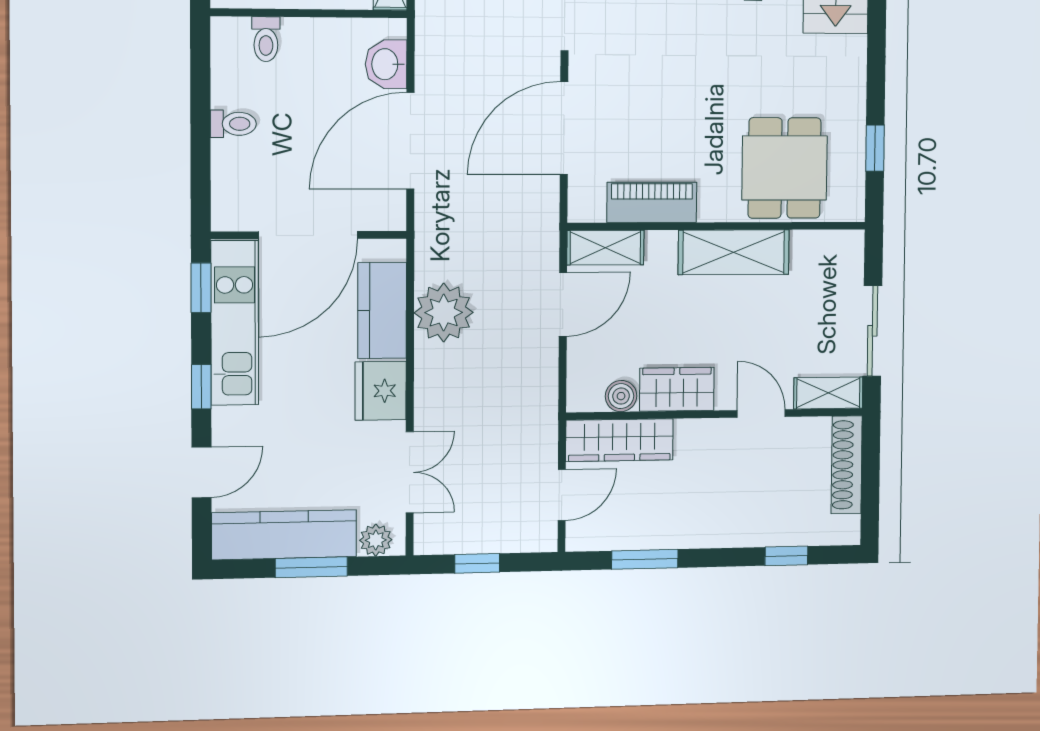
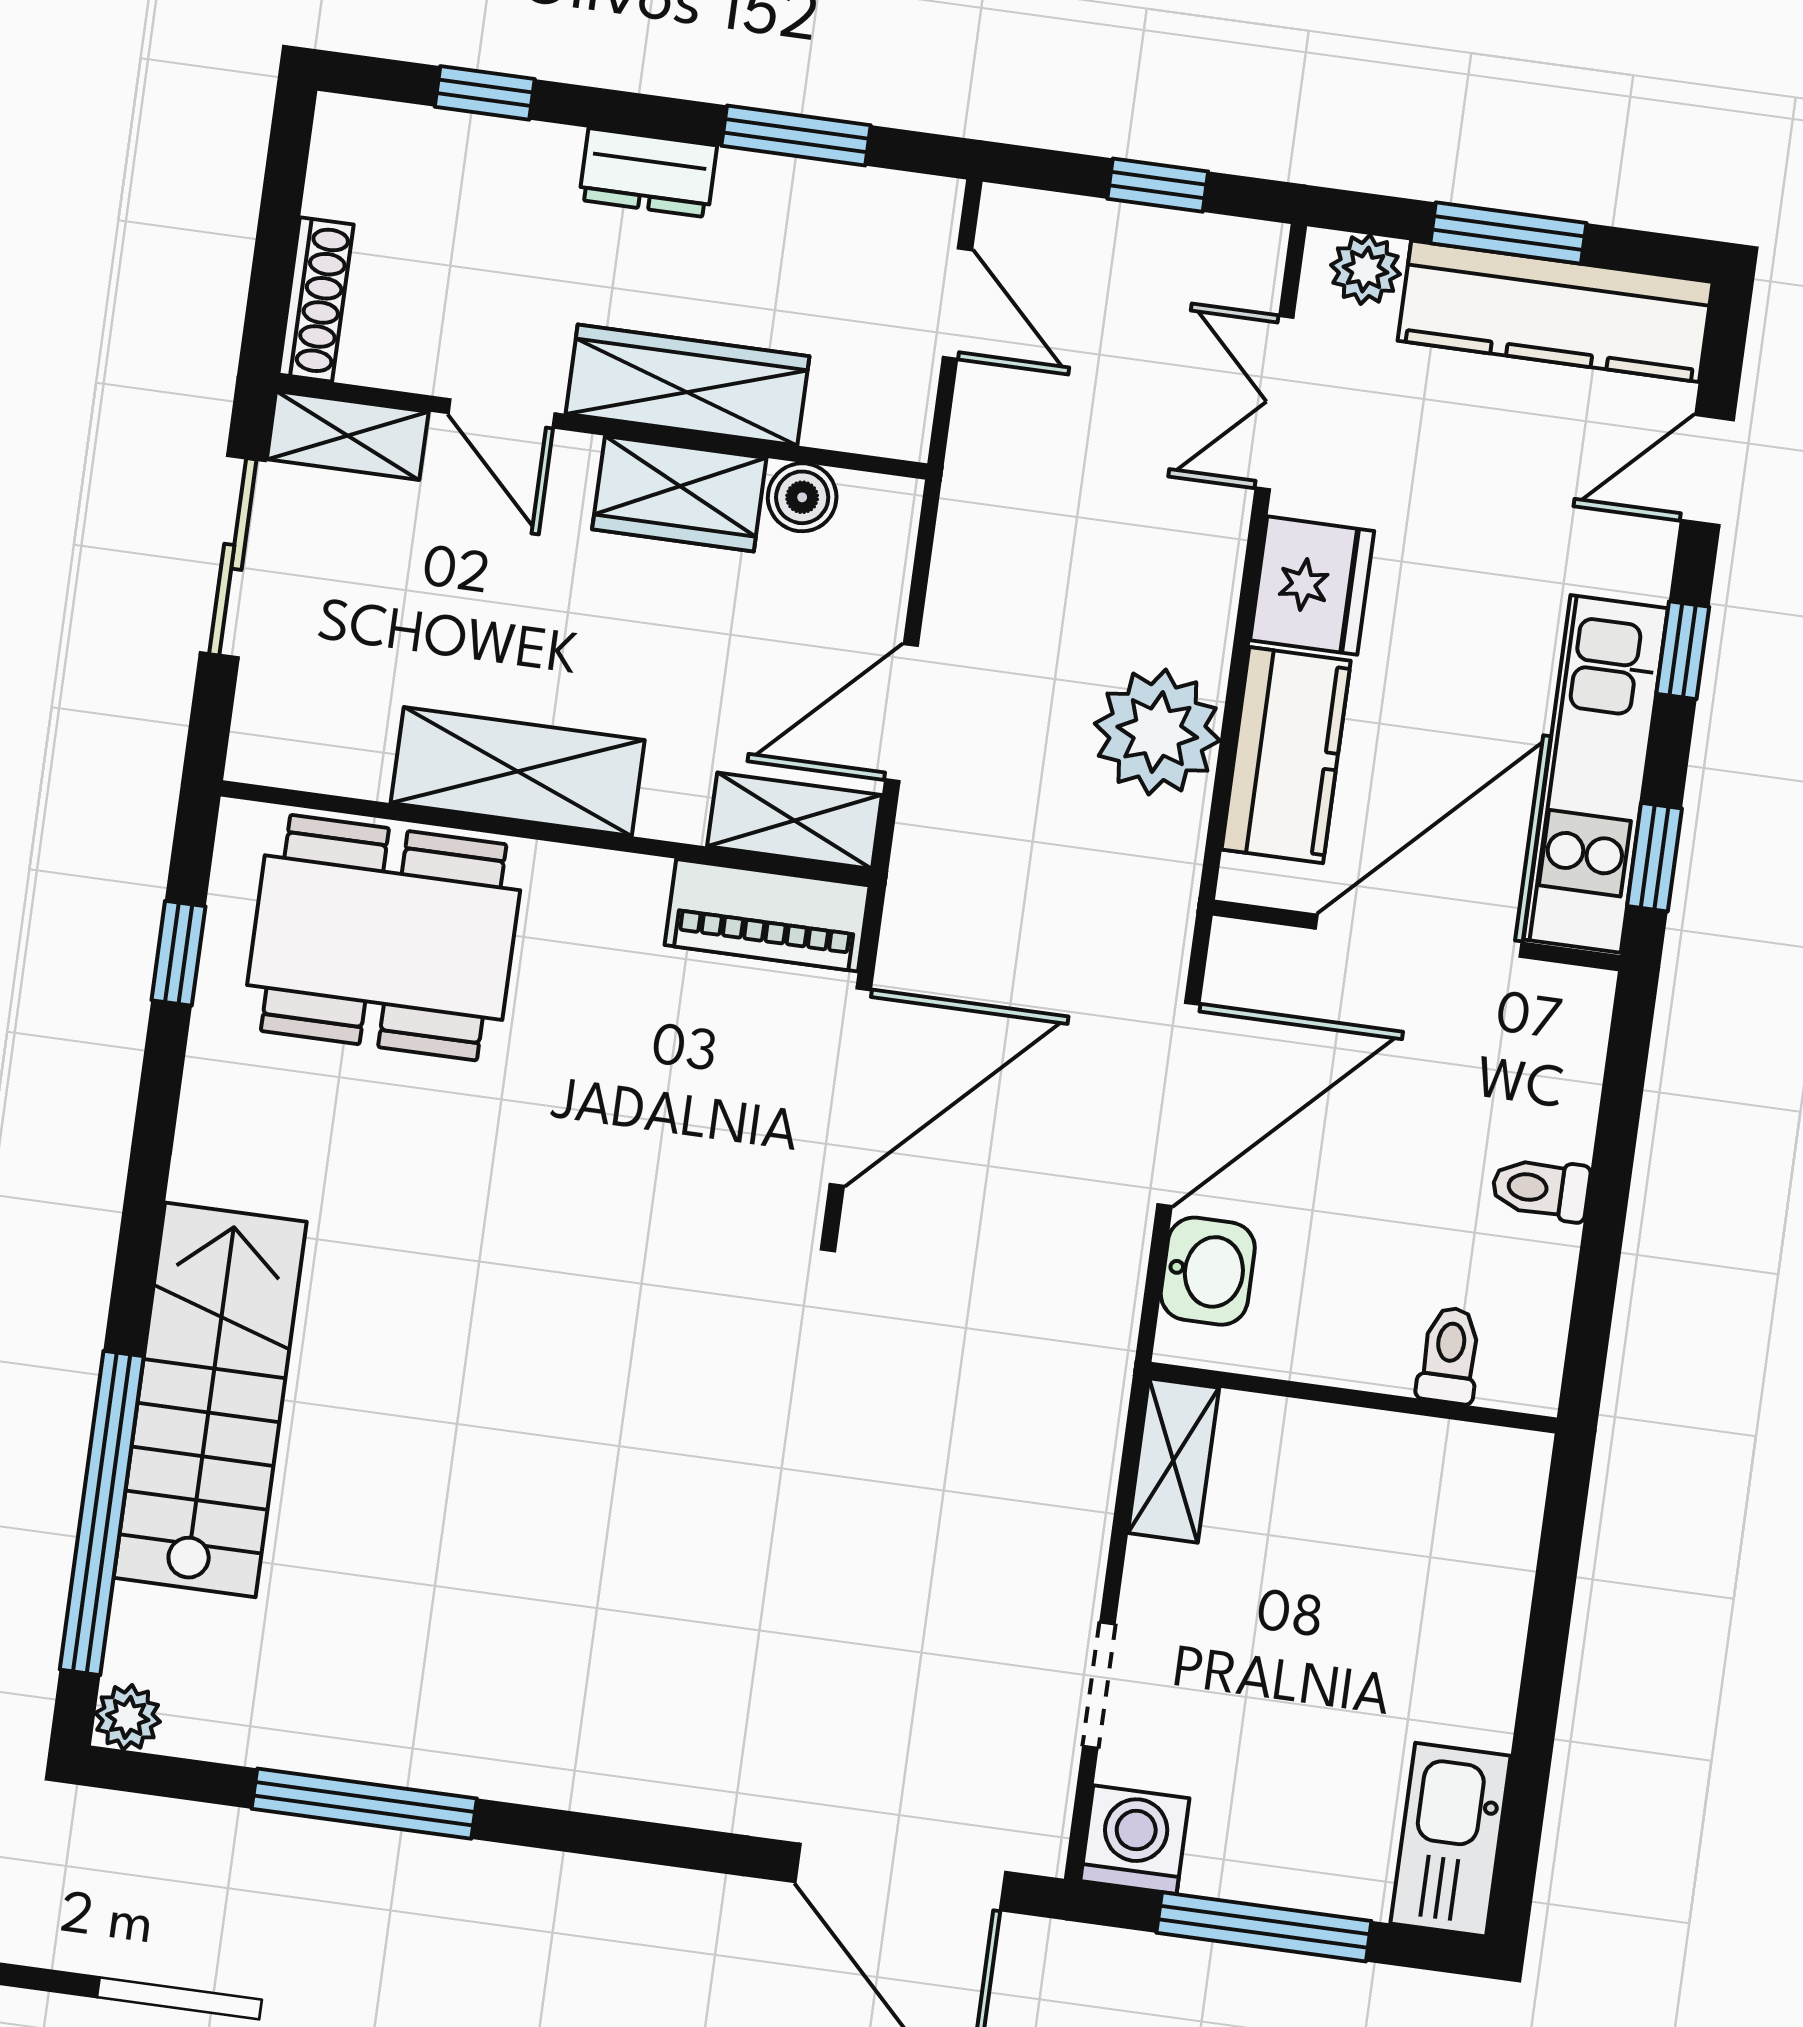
dining table: (785, 168) -> (384, 938), width x1.38
piano: (652, 202) -> (767, 915), moved
wardrobe: (620, 440) -> (687, 385), moved
shoe rack: (847, 465) -> (316, 299), width x0.74, depth x0.81
door: (562, 495) -> (958, 303), swing flipped
dresser: (709, 532) -> (648, 173), added

